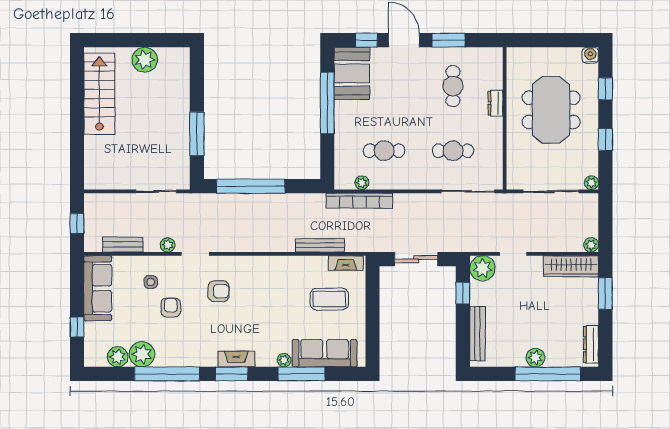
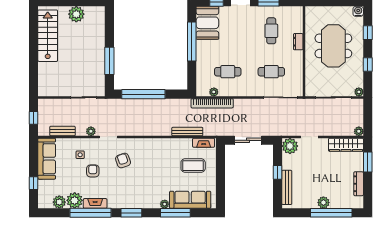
armchair: (219, 291) -> (123, 161), turned -109
window: (463, 293) -> (278, 172), moved
dresser: (591, 344) -> (359, 184), moved
fireplace: (236, 359) -> (95, 203), moved

